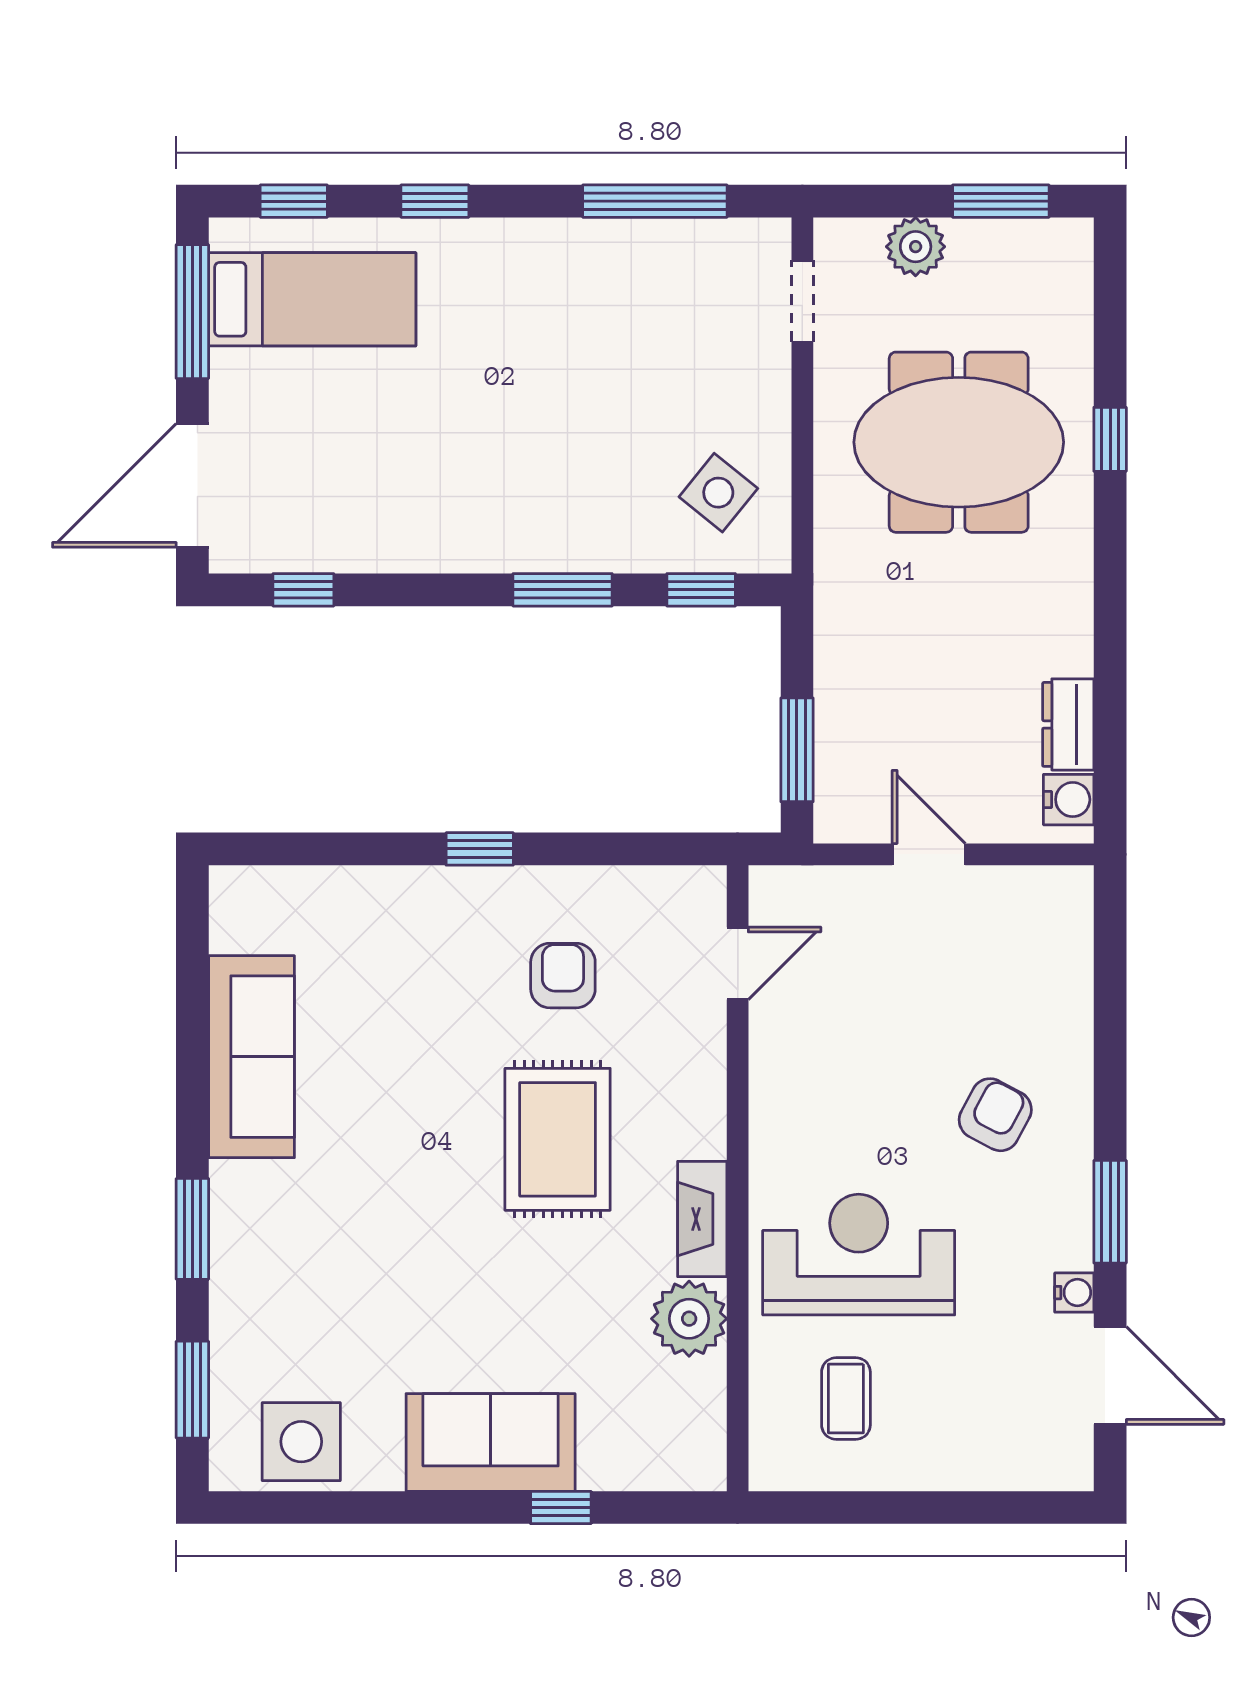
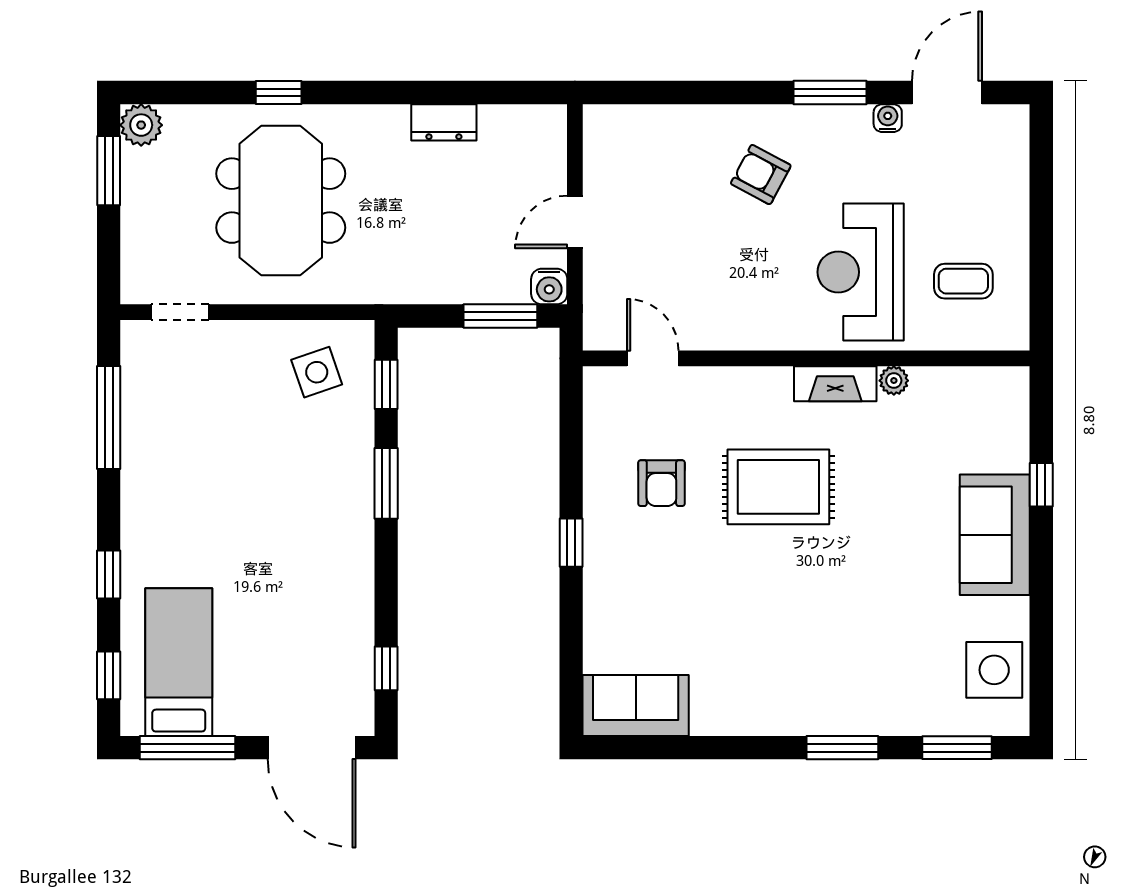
plant: (916, 247) -> (141, 125), moved
side table: (718, 493) -> (317, 372), turned 32
dresser: (1068, 724) -> (444, 122), moved
water cooler: (1069, 800) -> (549, 287), moved, turned 180
armchair: (563, 976) -> (661, 483), turned -90
sofa: (251, 1057) -> (636, 705), moved, width x0.73
plant: (689, 1319) -> (894, 381), width x0.53, depth x0.53

